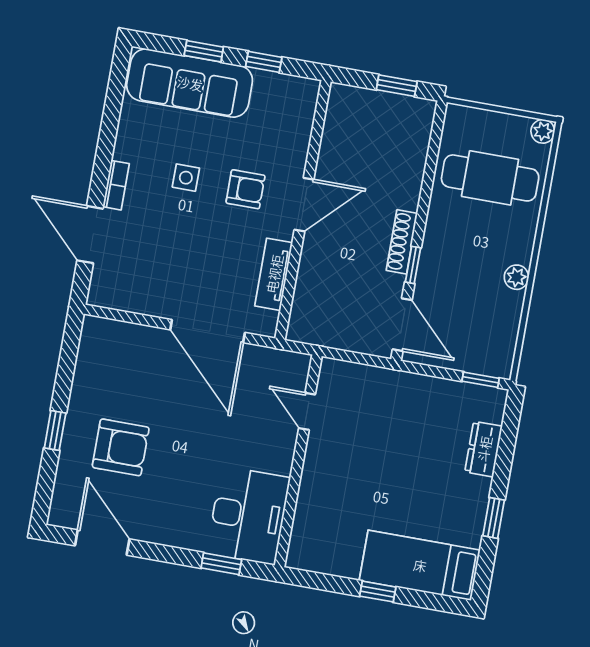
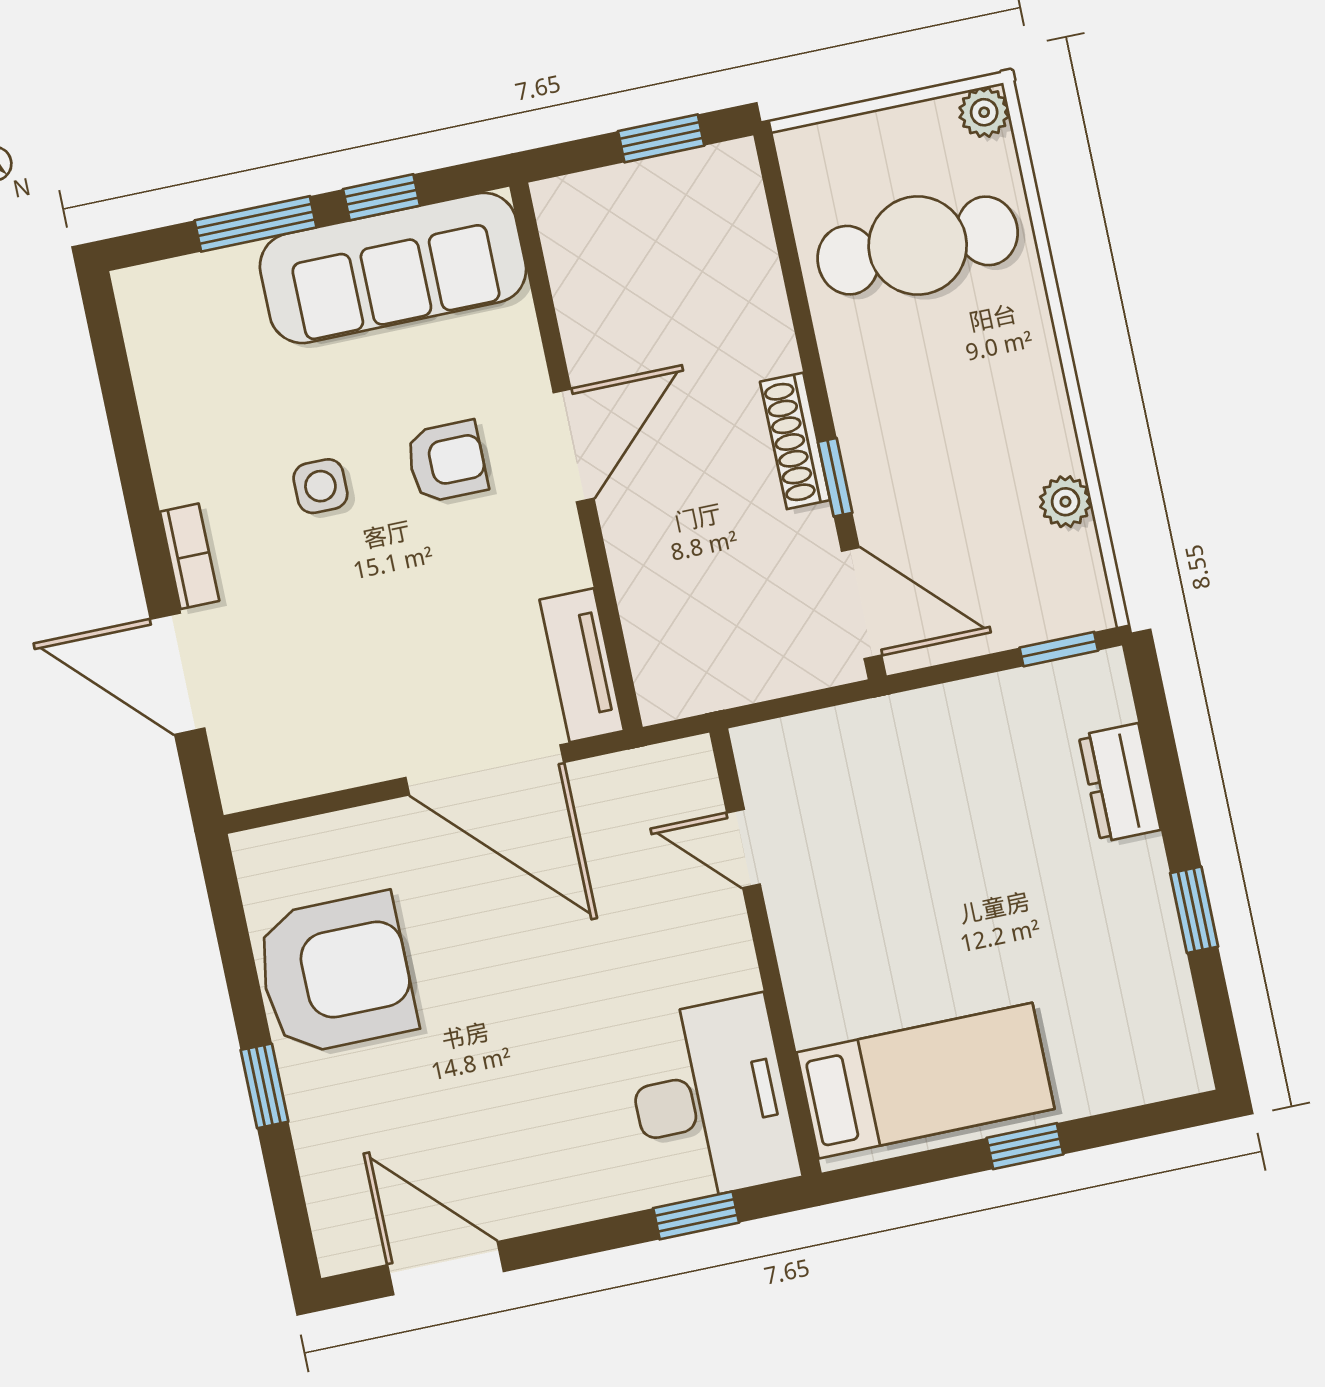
window: (204, 51) -> (255, 224), width x1.50
sofa: (190, 83) -> (393, 268), moved
tv unit: (274, 274) -> (582, 665), moved
plant: (516, 277) -> (1065, 502), moved
armchair: (121, 447) -> (336, 974), moved, width x1.36, depth x1.36
bed: (420, 565) -> (926, 1081), moved, turned 180

